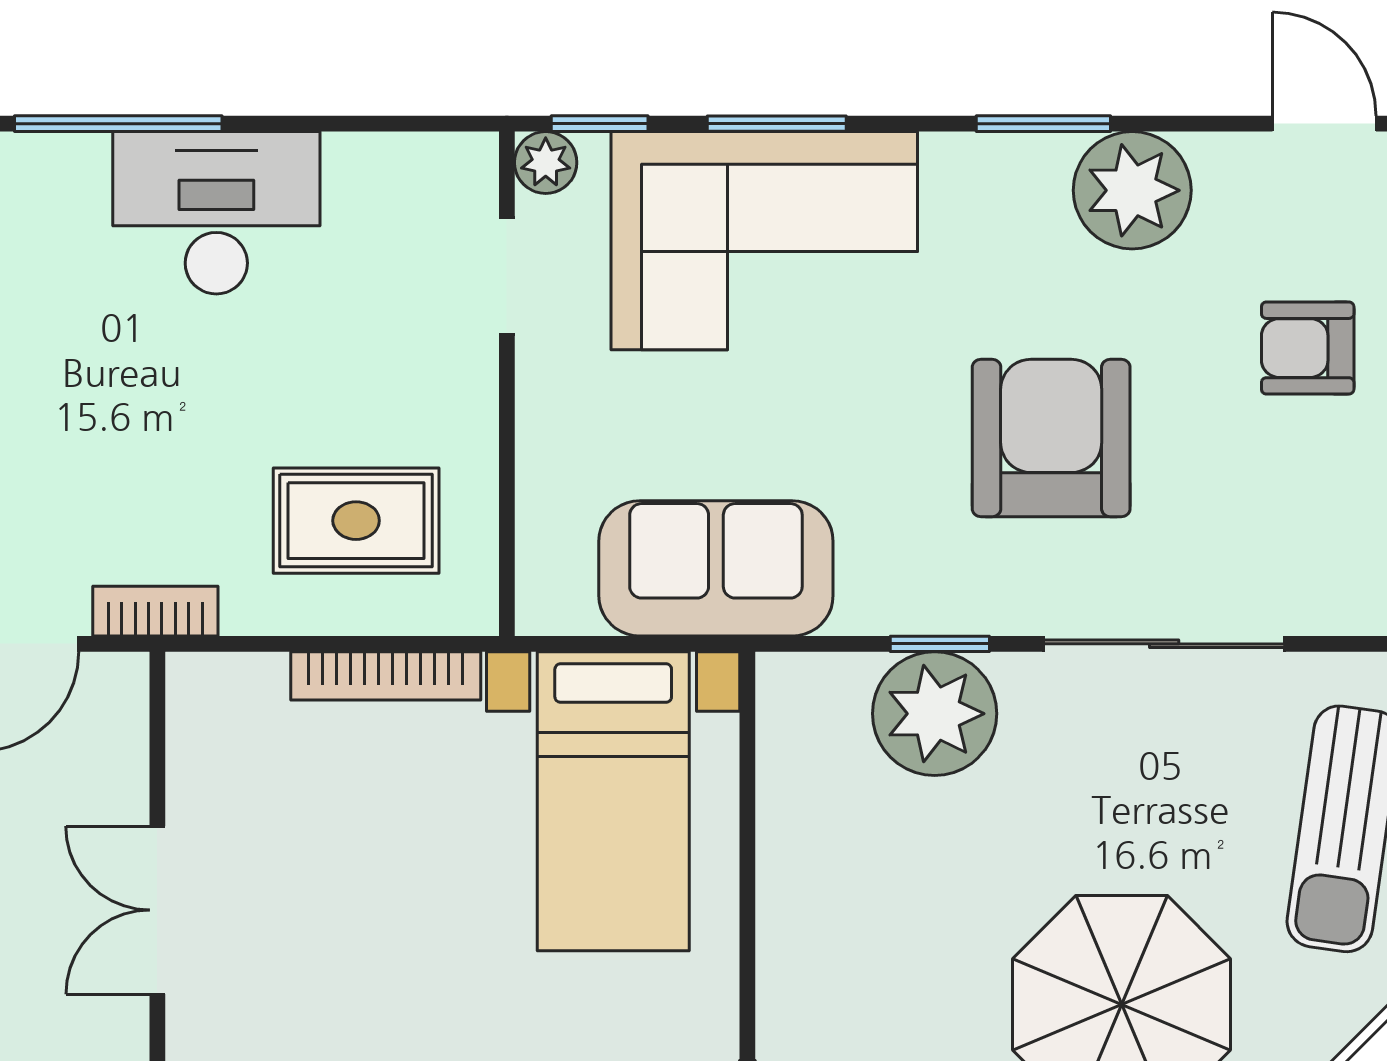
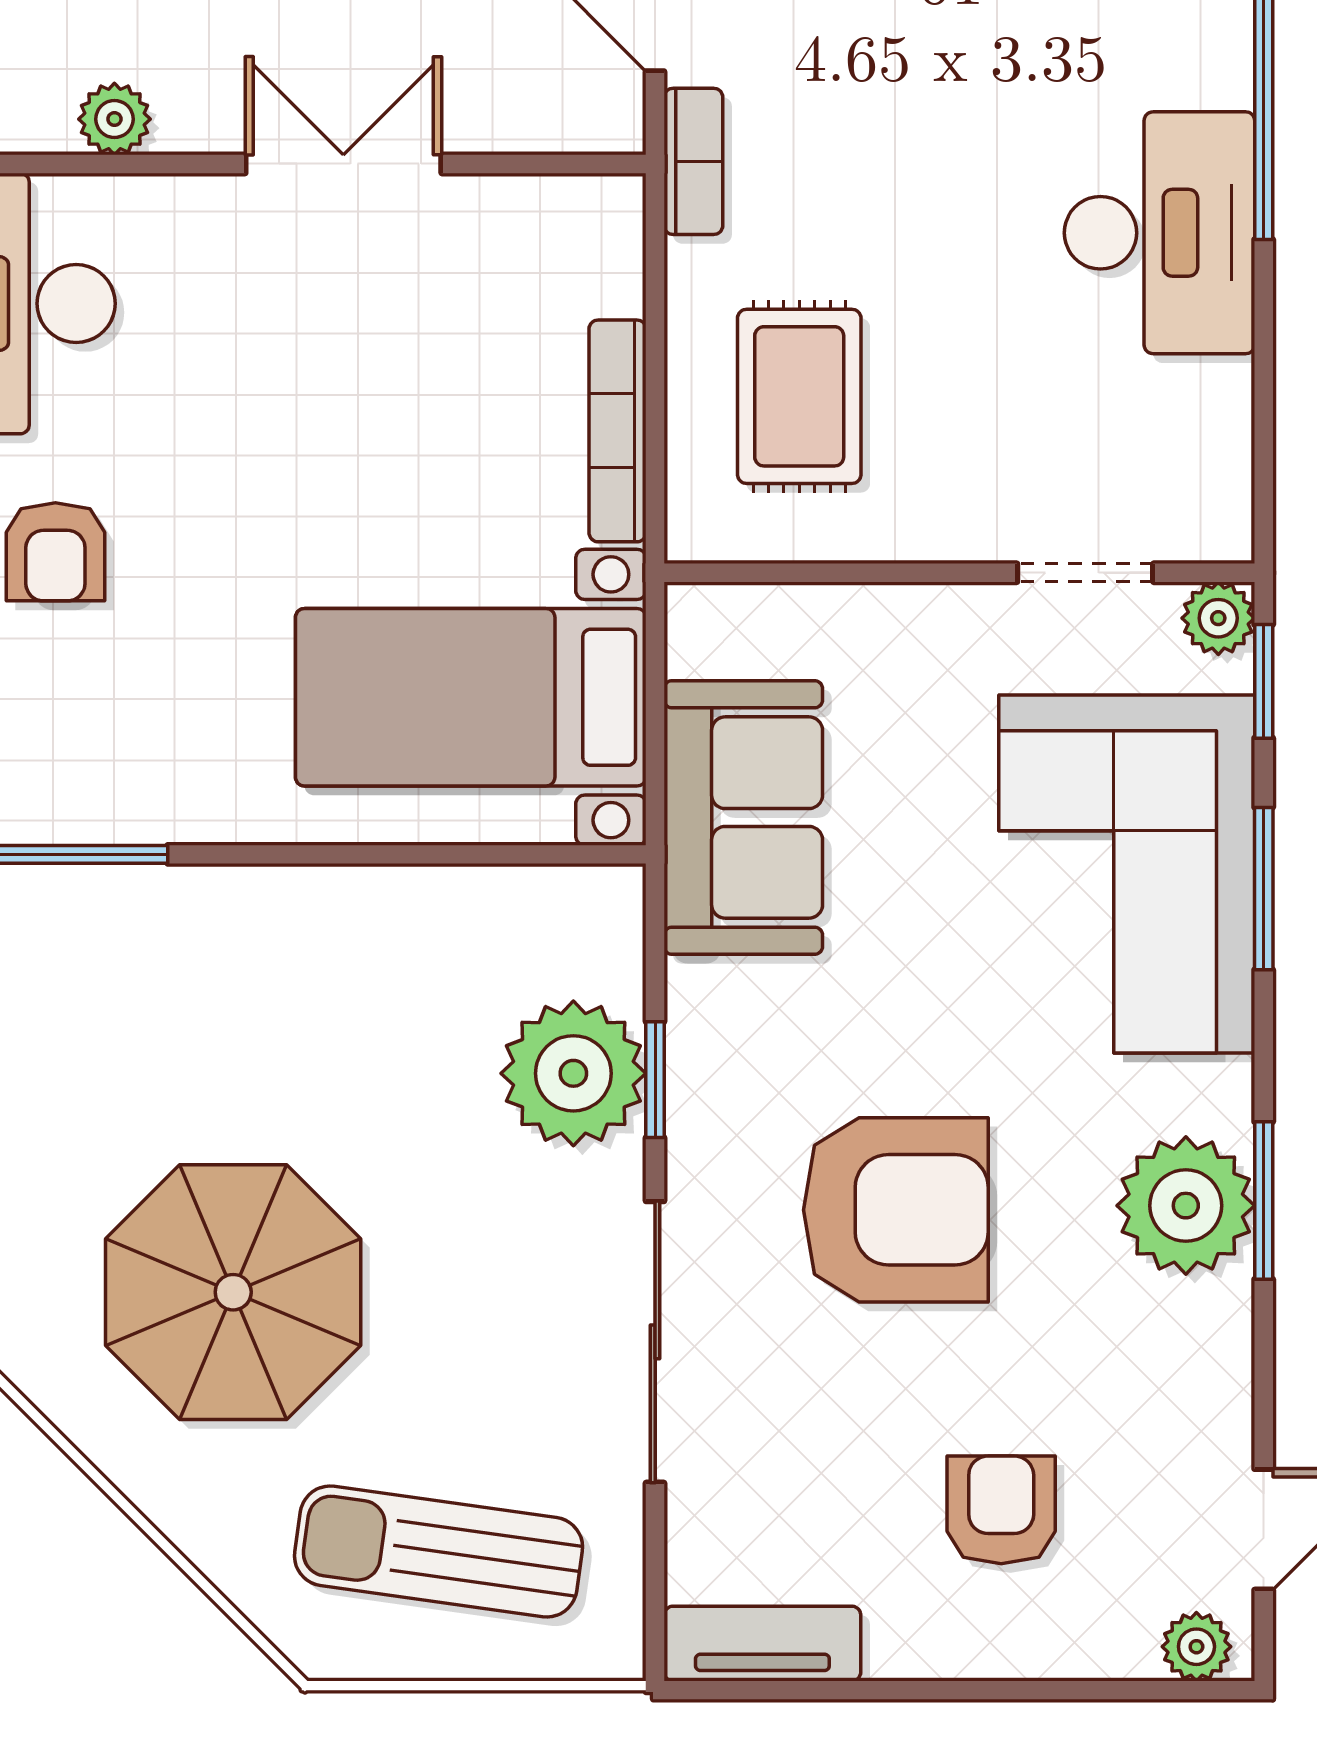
plant: (1132, 190) -> (1186, 1206), moved

